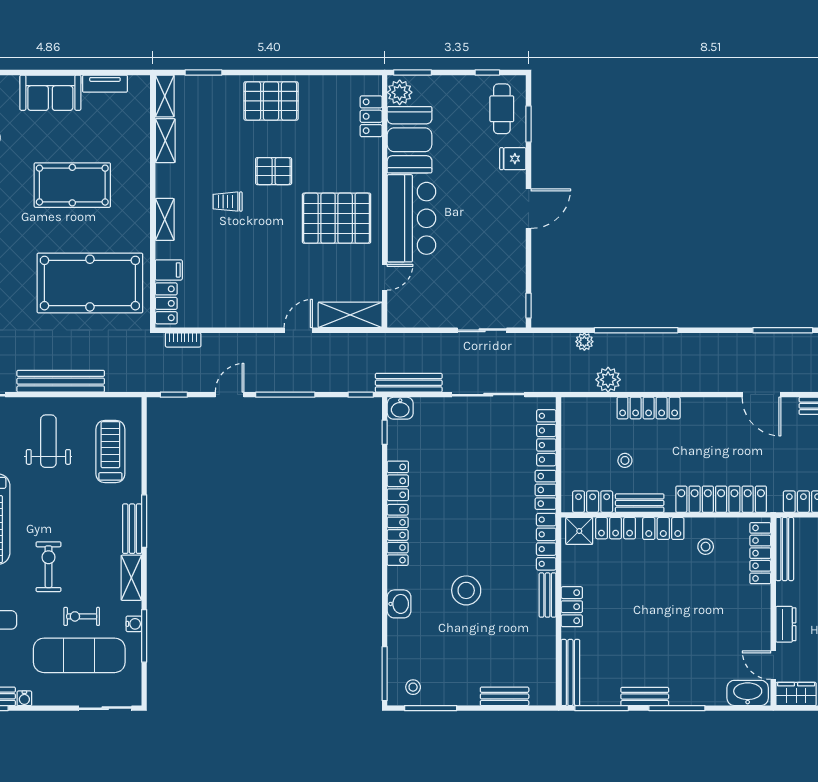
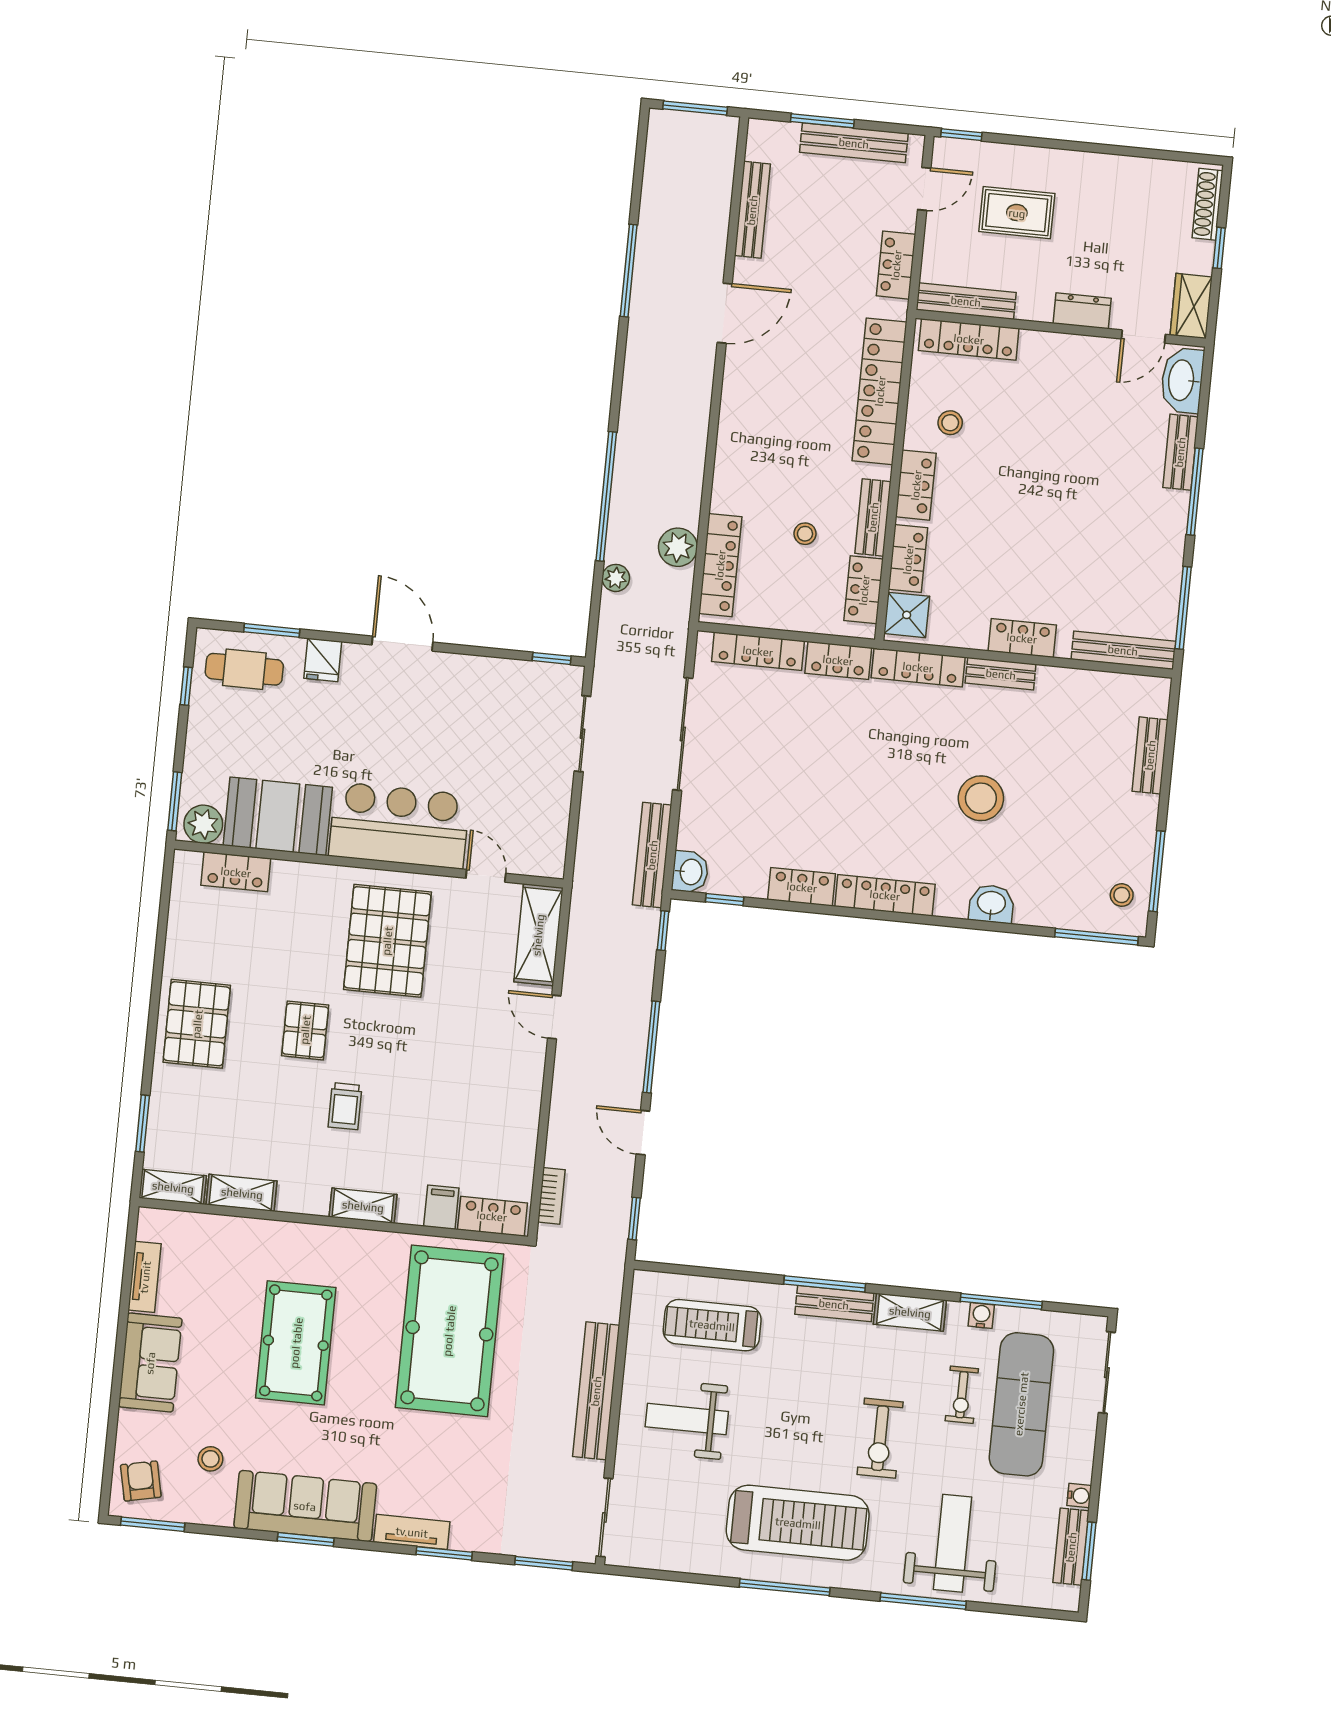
locker: (649, 408) -> (720, 565), moved
exercise bike: (48, 567) -> (880, 1438), turned -90
bench: (645, 696) -> (1180, 452), moved

